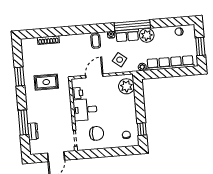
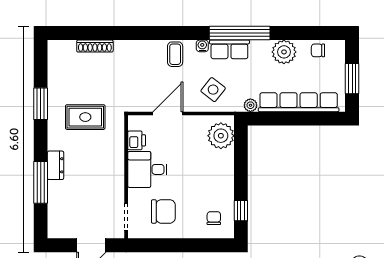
plant: (147, 35) -> (284, 52), moved
dresser: (33, 131) -> (56, 165), moved

